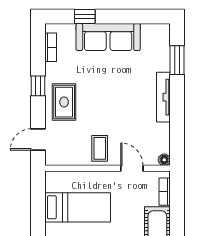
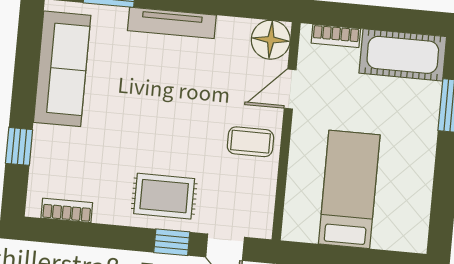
sofa: (108, 37) -> (62, 69), moved
window: (38, 86) -> (172, 242), moved
floor lamp: (164, 160) -> (271, 40), width x1.89, depth x1.89

